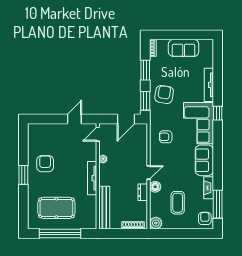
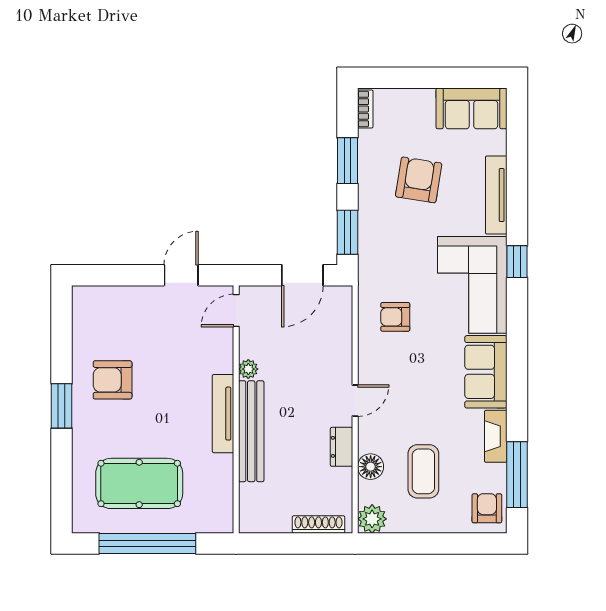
sofa: (184, 48) -> (471, 108), moved
armchair: (164, 94) -> (419, 180), moved
armchair: (45, 164) -> (113, 380), turned -90
floor lamp: (155, 187) -> (371, 467), moved
bench: (104, 208) -> (251, 431), moved

